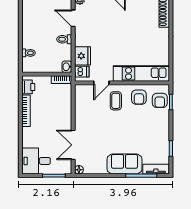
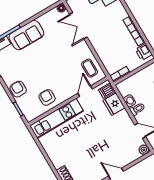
washbasin: (67, 67) -> (130, 101), moved
armchair: (160, 100) -> (18, 89), moved
coffee table: (116, 101) -> (90, 68), moved
double door: (73, 145) -> (78, 26), swing flipped

